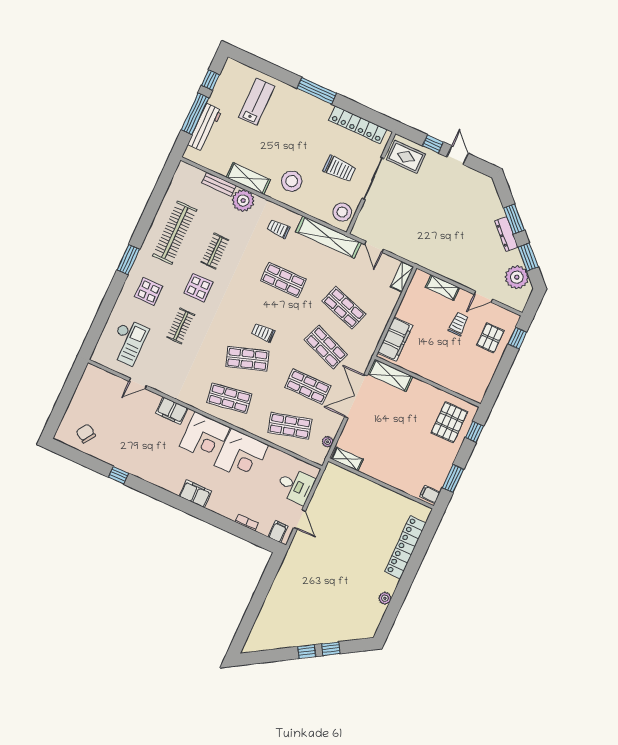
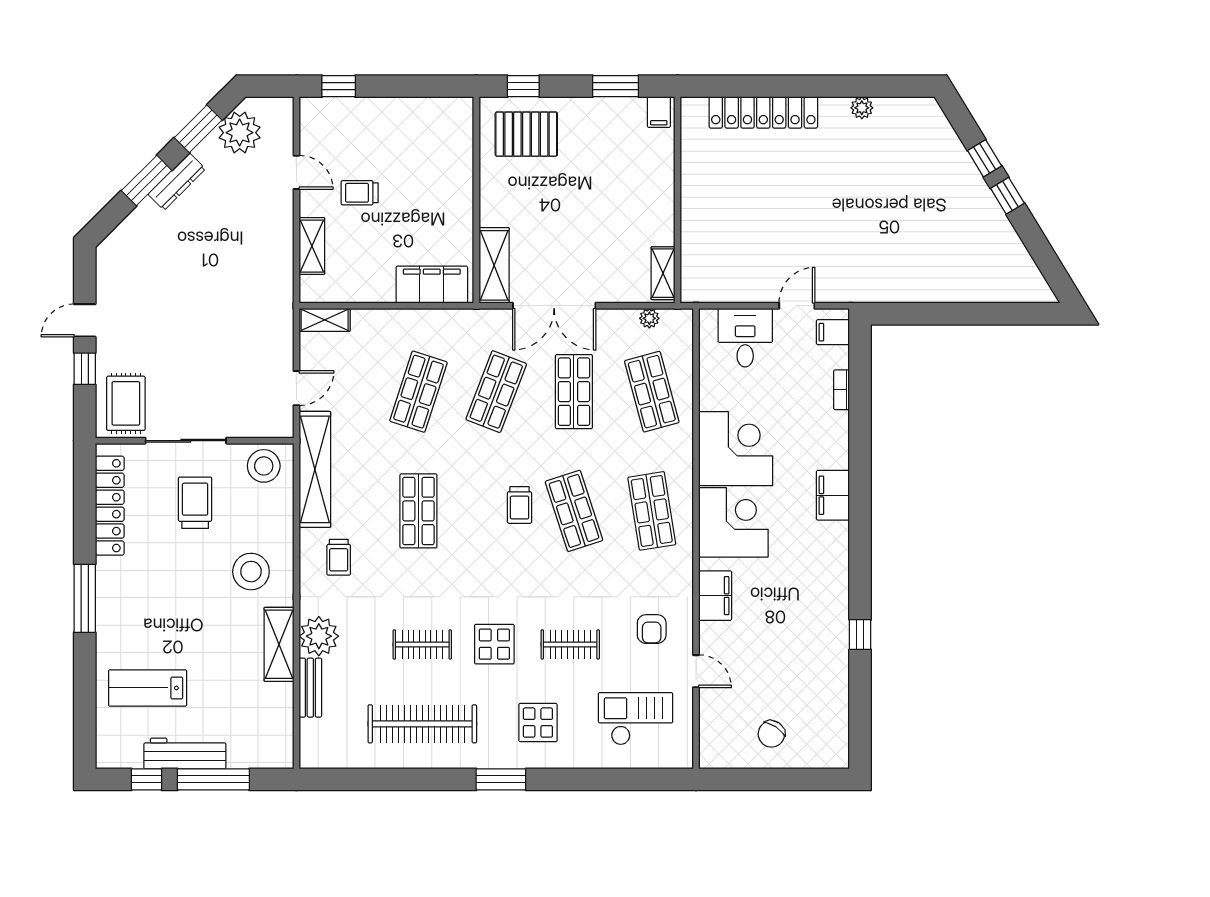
workbench: (205, 127) -> (185, 753), moved
pallet: (490, 338) -> (358, 130), removed
armchair: (170, 371) -> (652, 629), added
chair: (86, 433) -> (771, 734), moved

